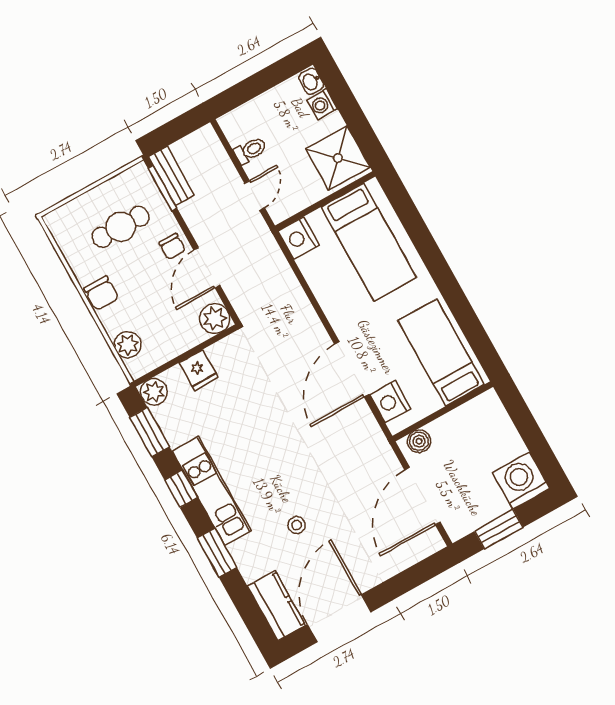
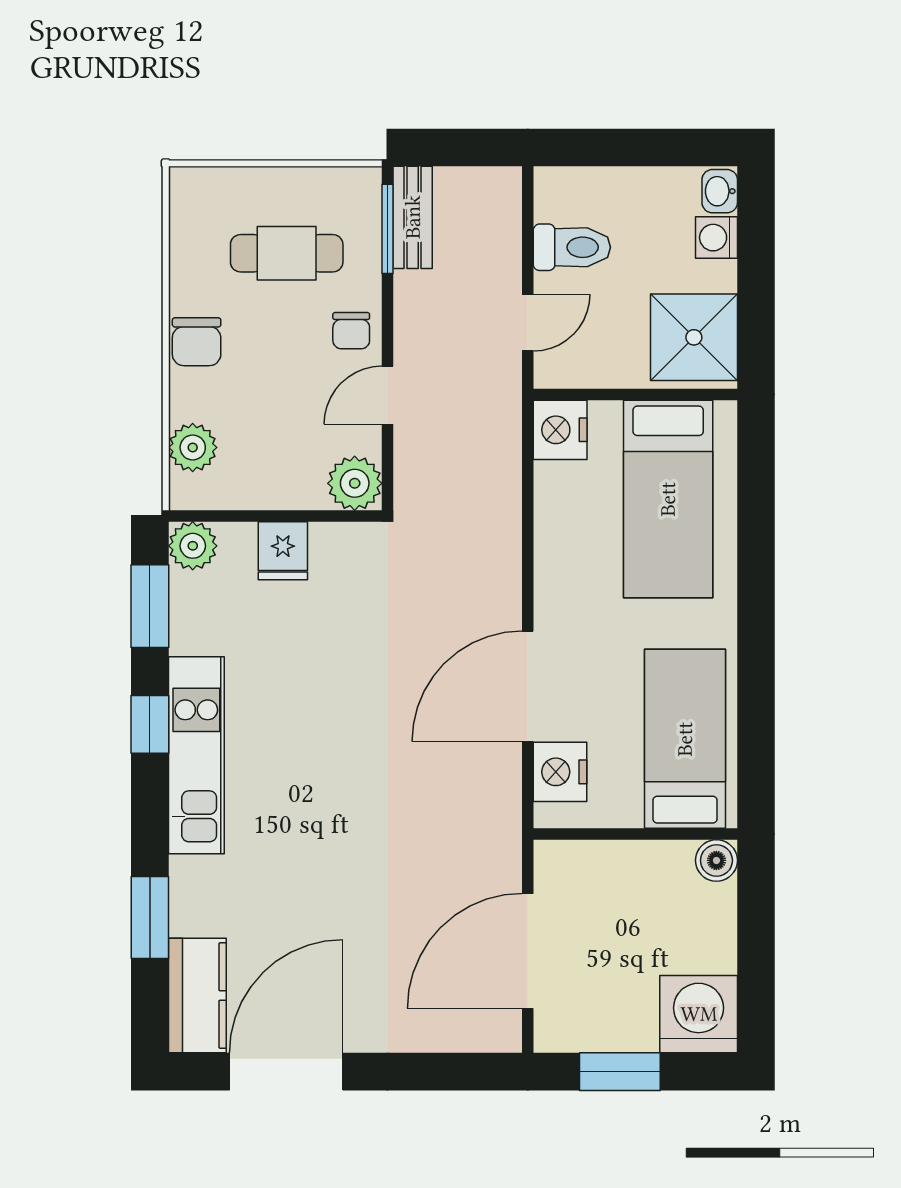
toilet: (250, 150) -> (572, 247), width x1.37, depth x1.39
door: (207, 268) -> (387, 395), width x0.73
boiler: (419, 441) -> (716, 860), moved
stool: (297, 525) -> (301, 885), removed
window: (217, 553) -> (150, 917), moved

